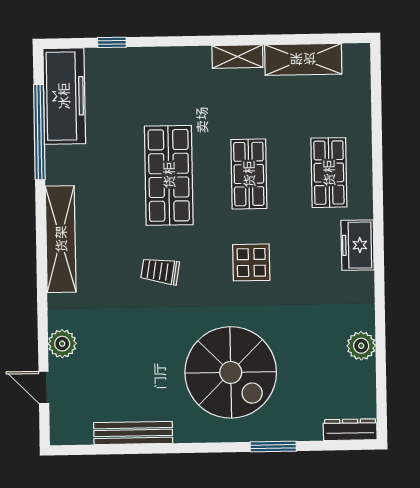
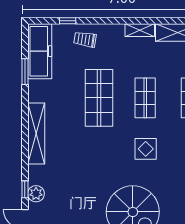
window: (39, 132) -> (25, 72), width x0.47
trolley: (160, 271) -> (85, 39), moved
window: (43, 336) -> (25, 189), added

